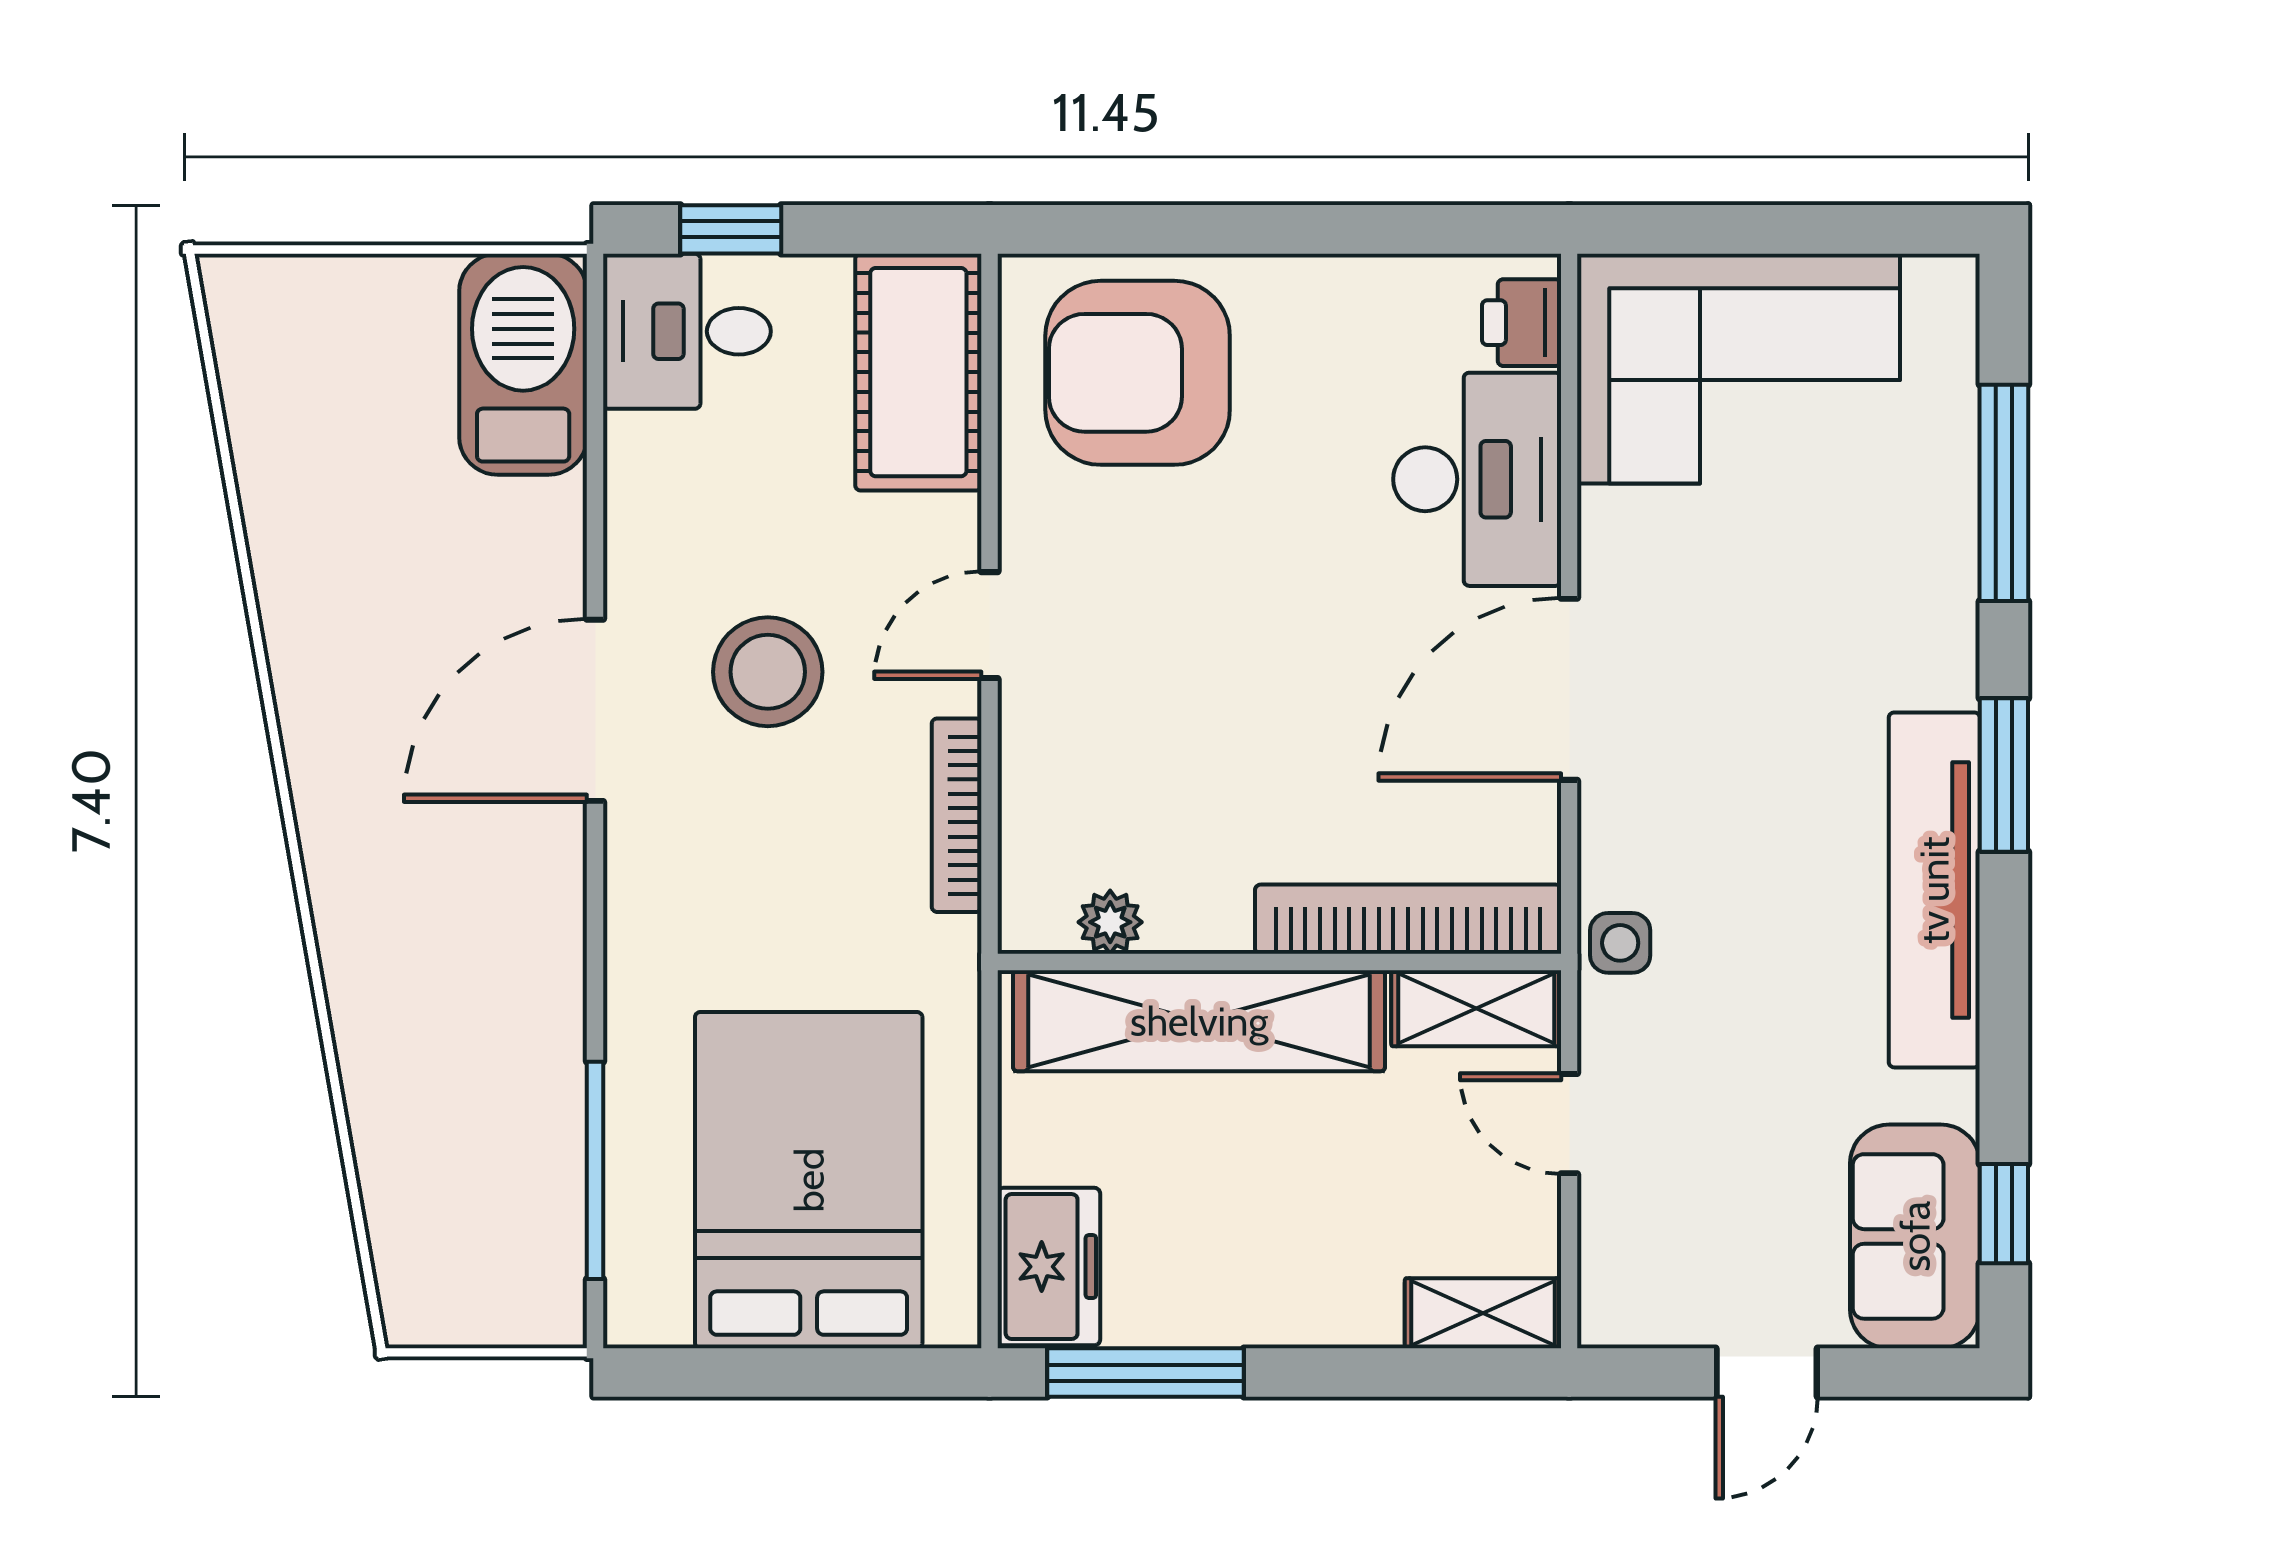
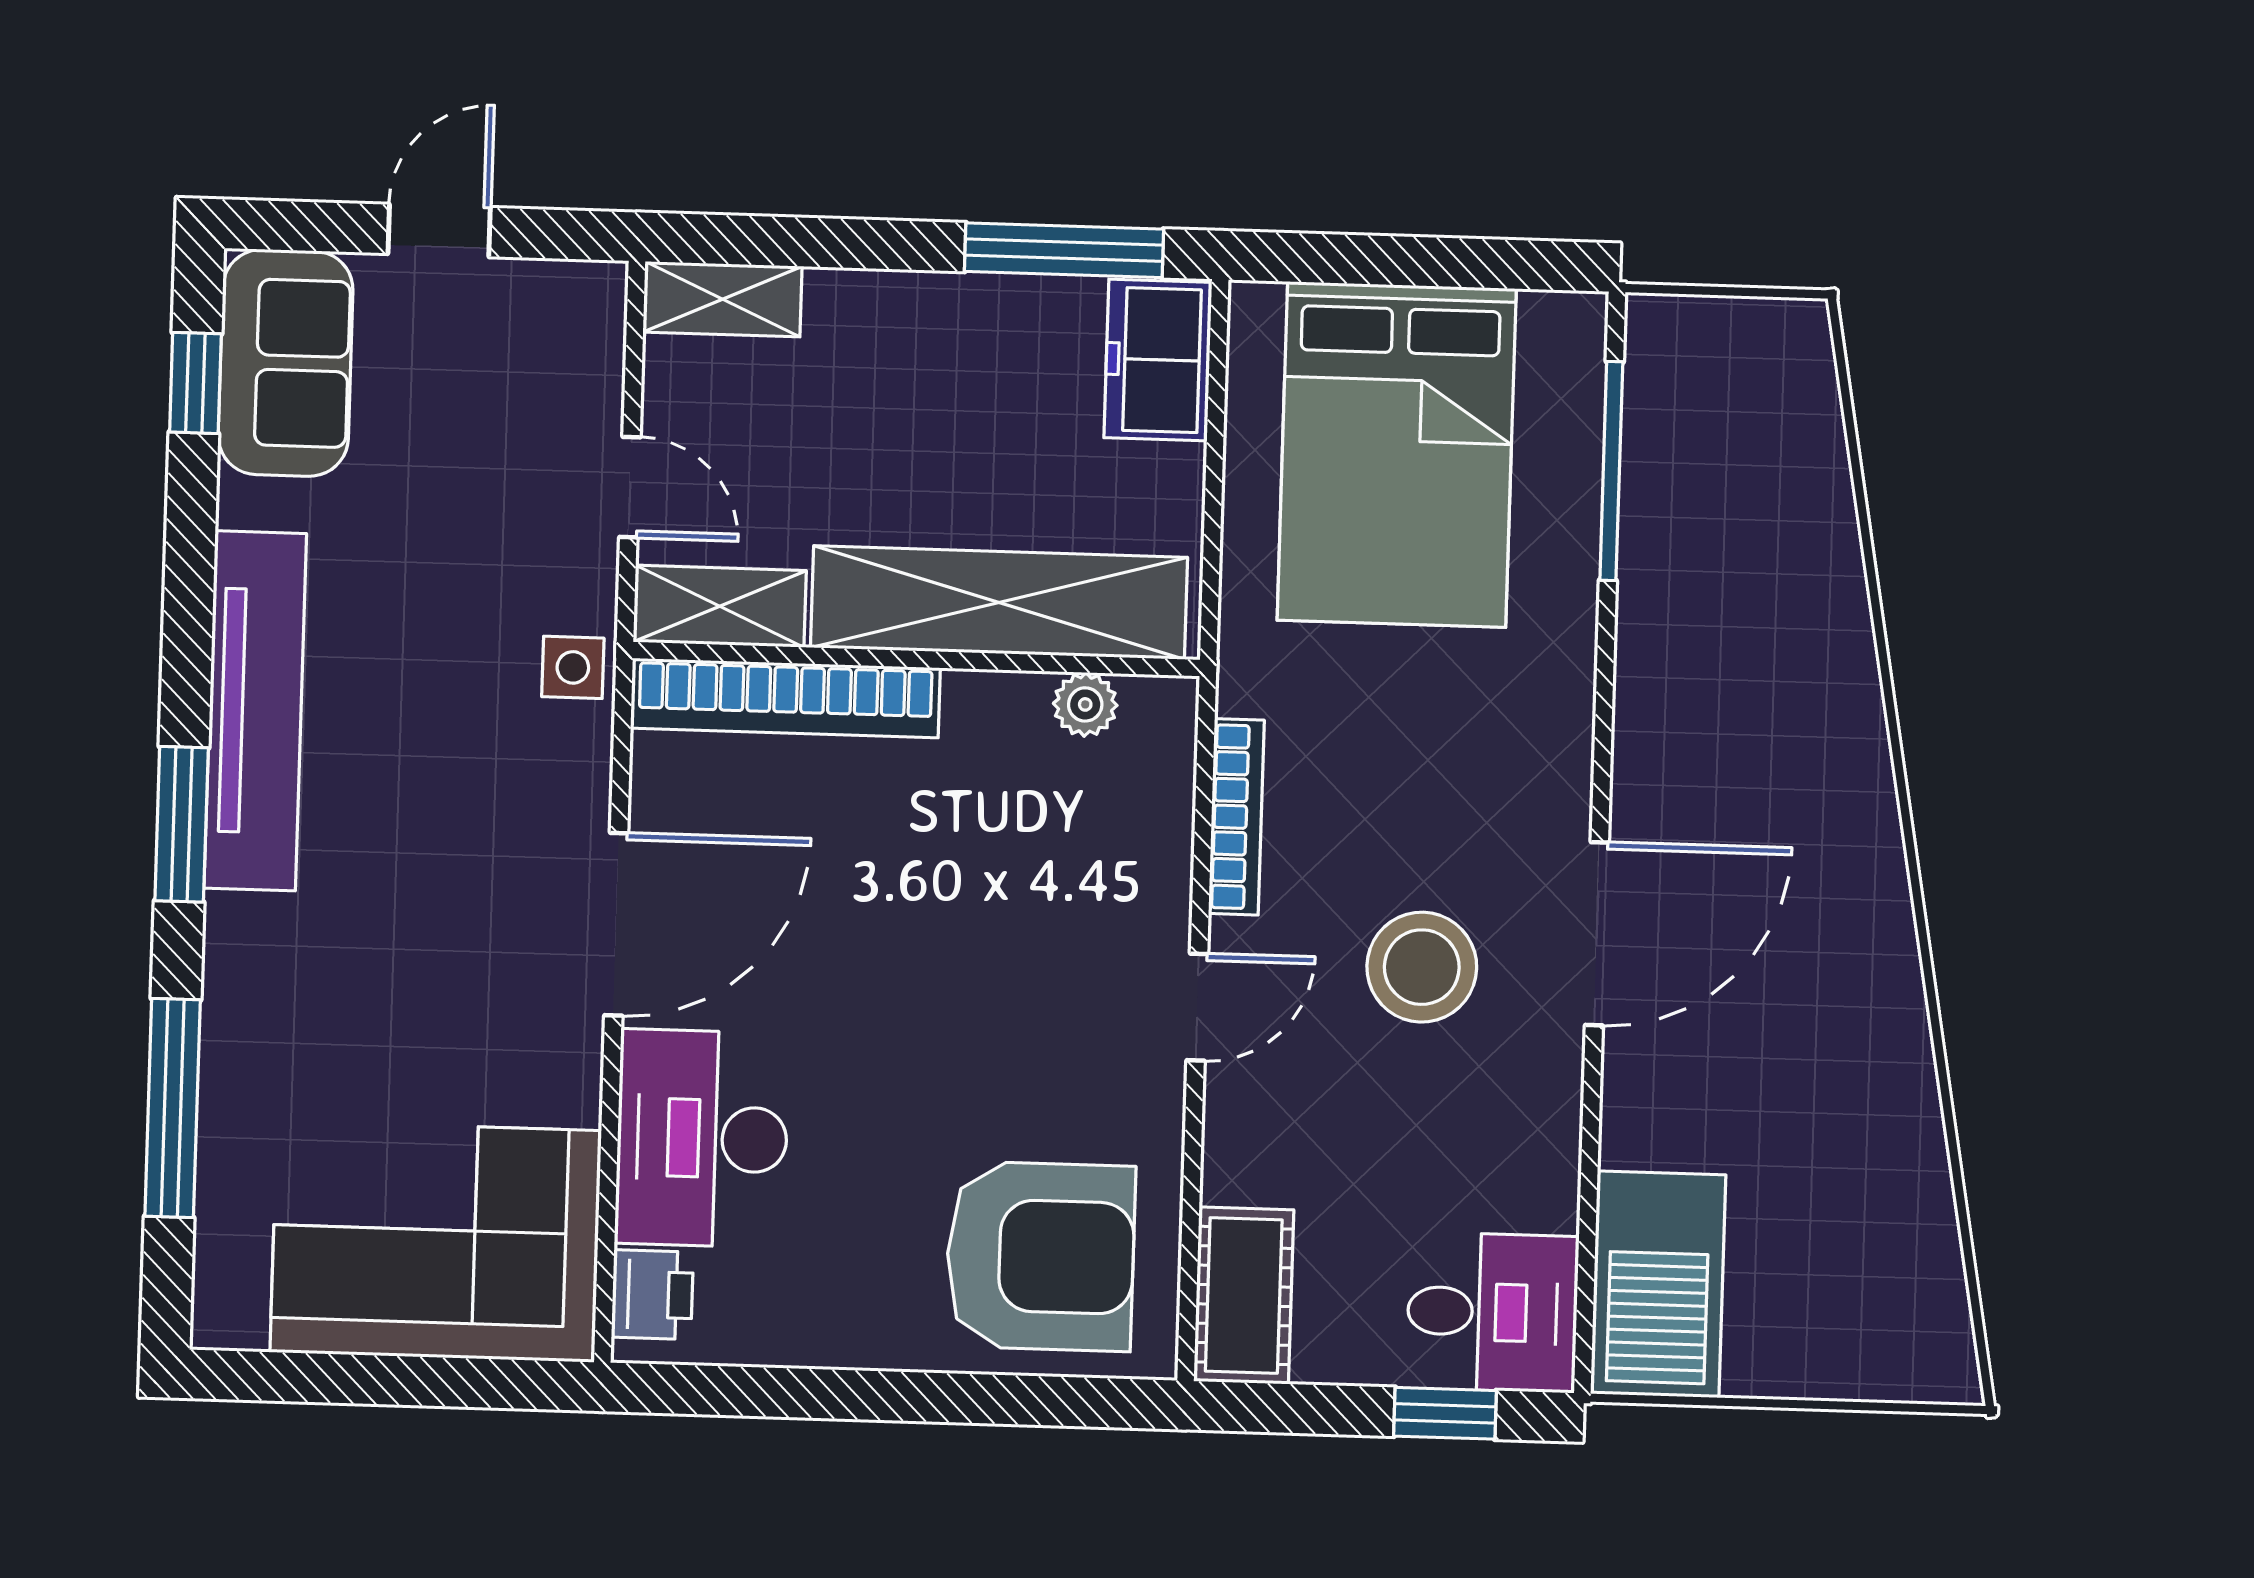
cot: (918, 372) -> (1244, 1295), width x0.73, depth x0.75

